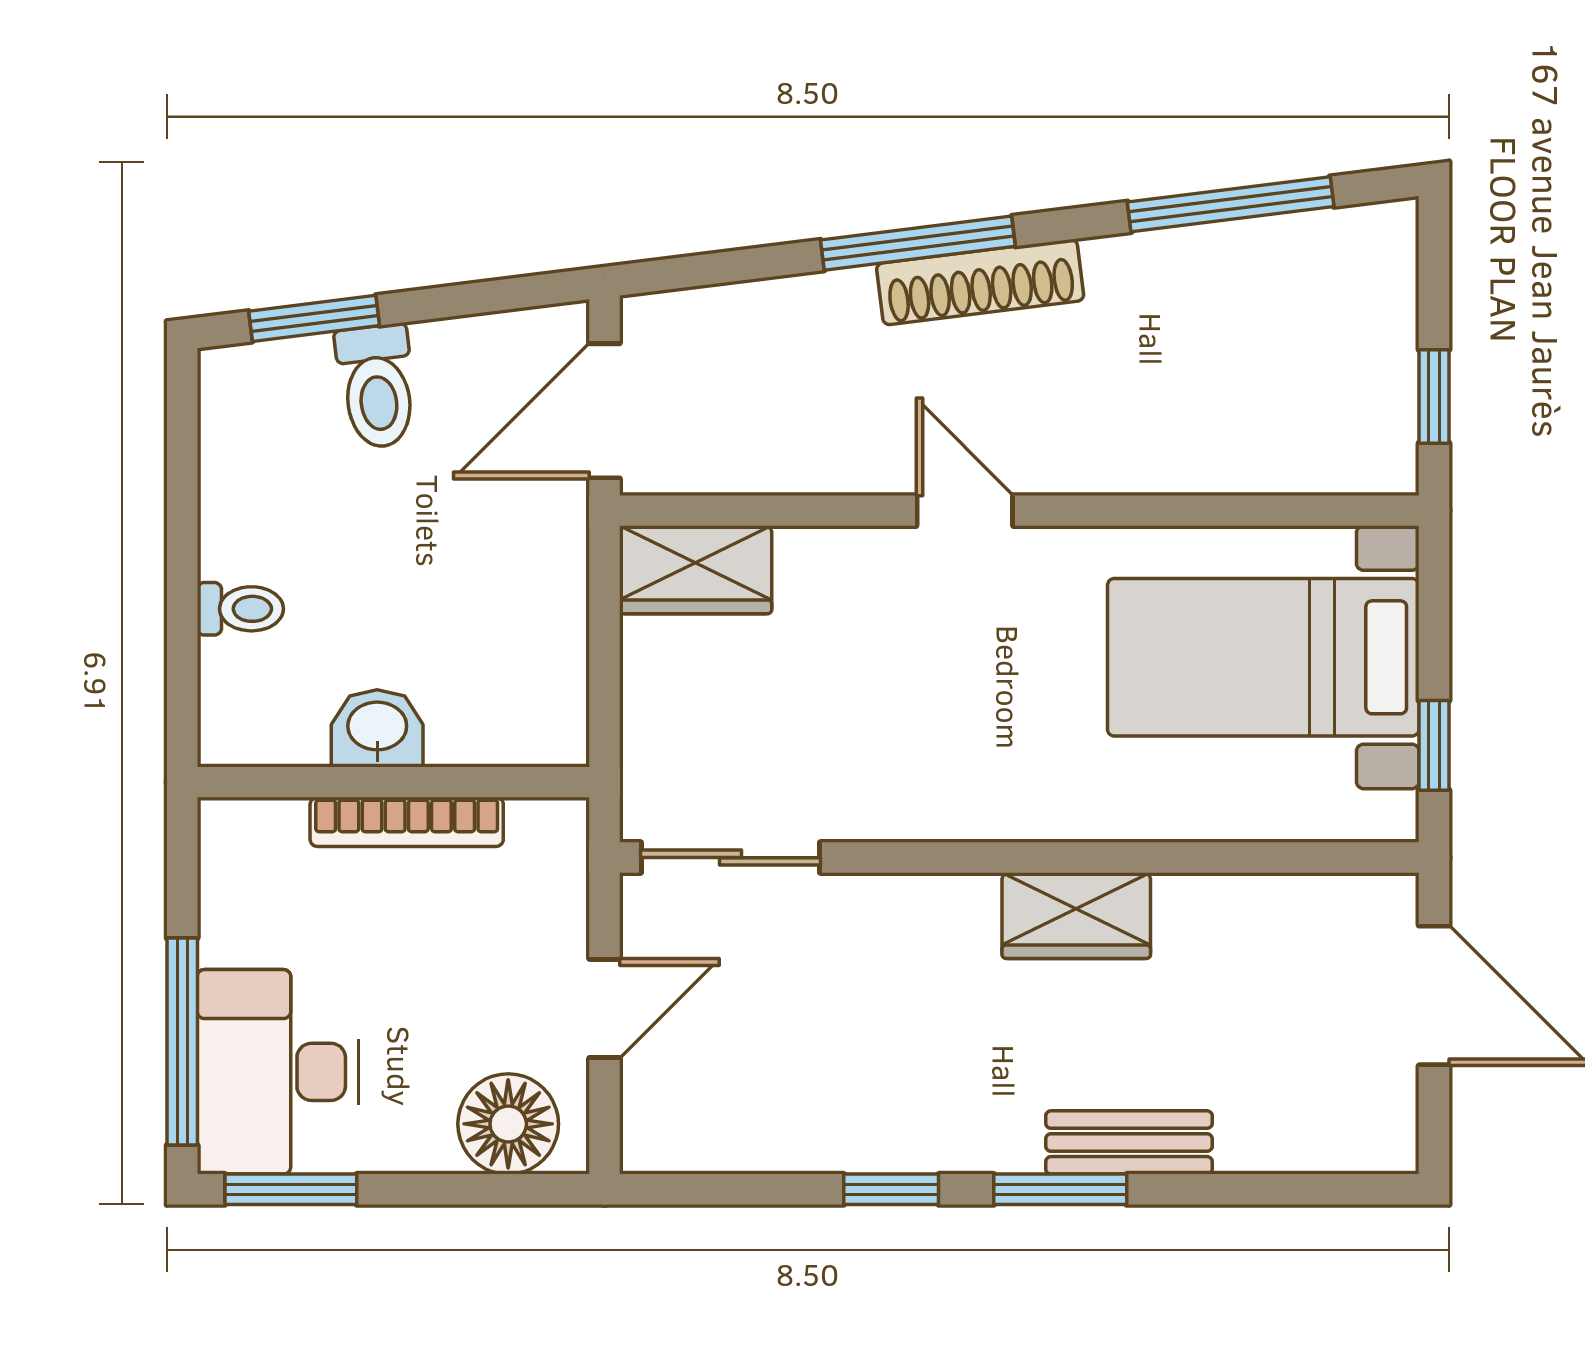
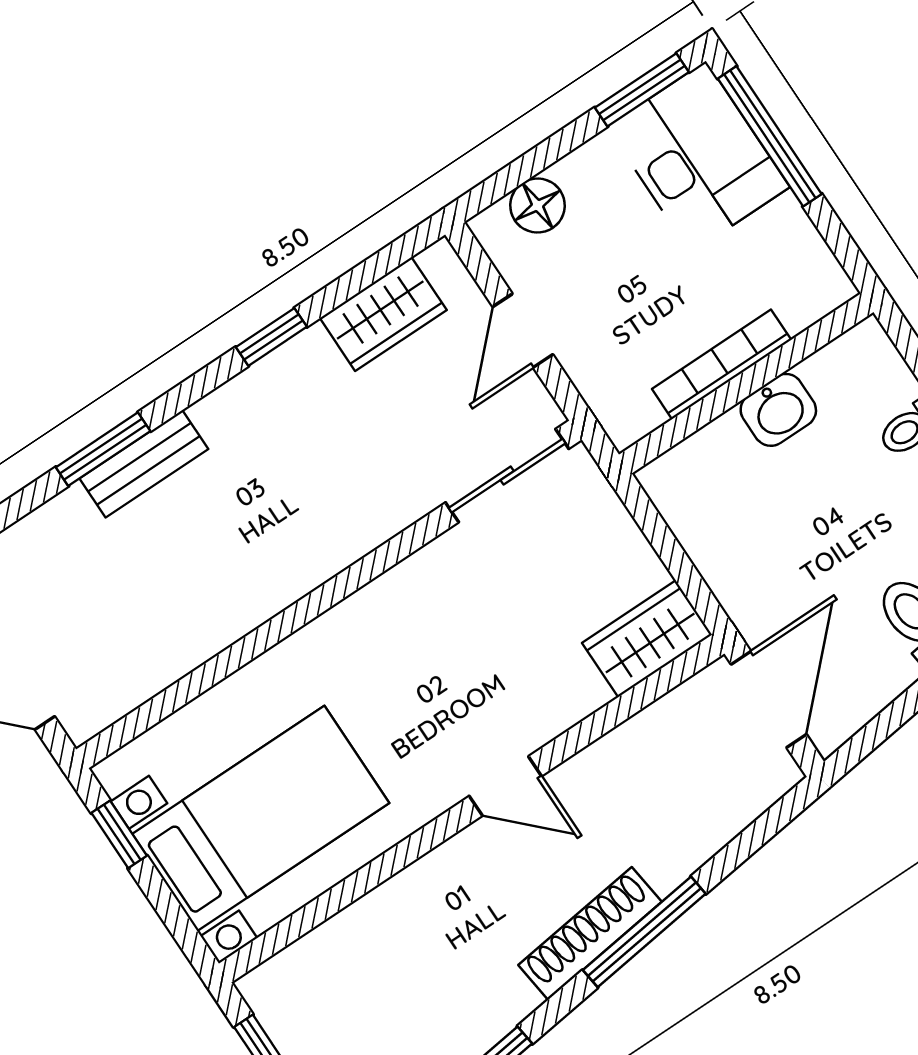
wardrobe: (1076, 916) -> (383, 314), moved, turned 180
floor lamp: (508, 1124) -> (537, 206), width x0.73, depth x0.73
window: (1060, 1189) -> (103, 449), moved

